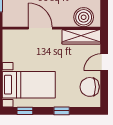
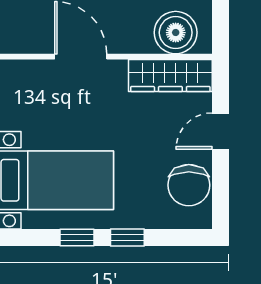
chair: (90, 87) -> (189, 185), turned -90
window: (25, 111) -> (77, 238), moved

